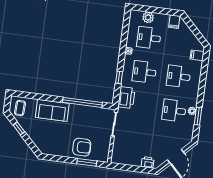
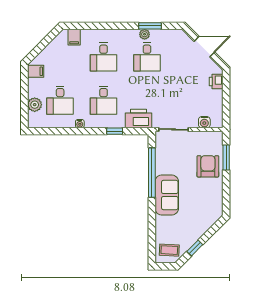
sofa: (52, 110) -> (167, 195), moved
water cooler: (117, 149) -> (204, 122), added

